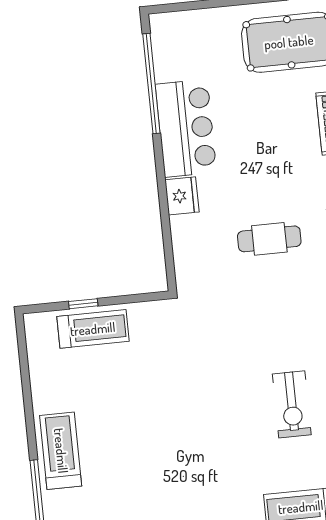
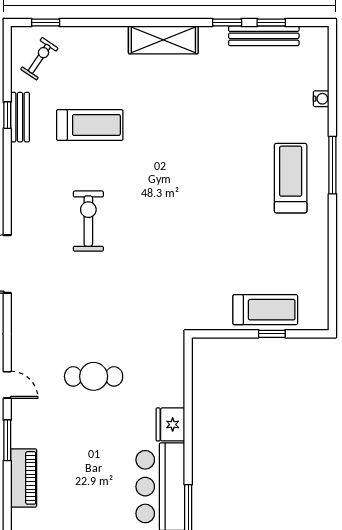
treadmill: (93, 329) -> (265, 310), turned 180
treadmill: (61, 451) -> (291, 178), moved, turned 180

